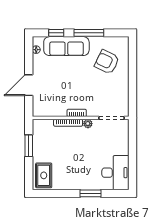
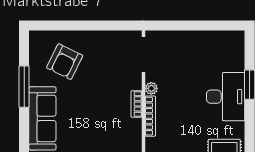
window: (56, 33) -> (24, 133), removed
desk: (115, 173) -> (226, 97), moved, turned 90

